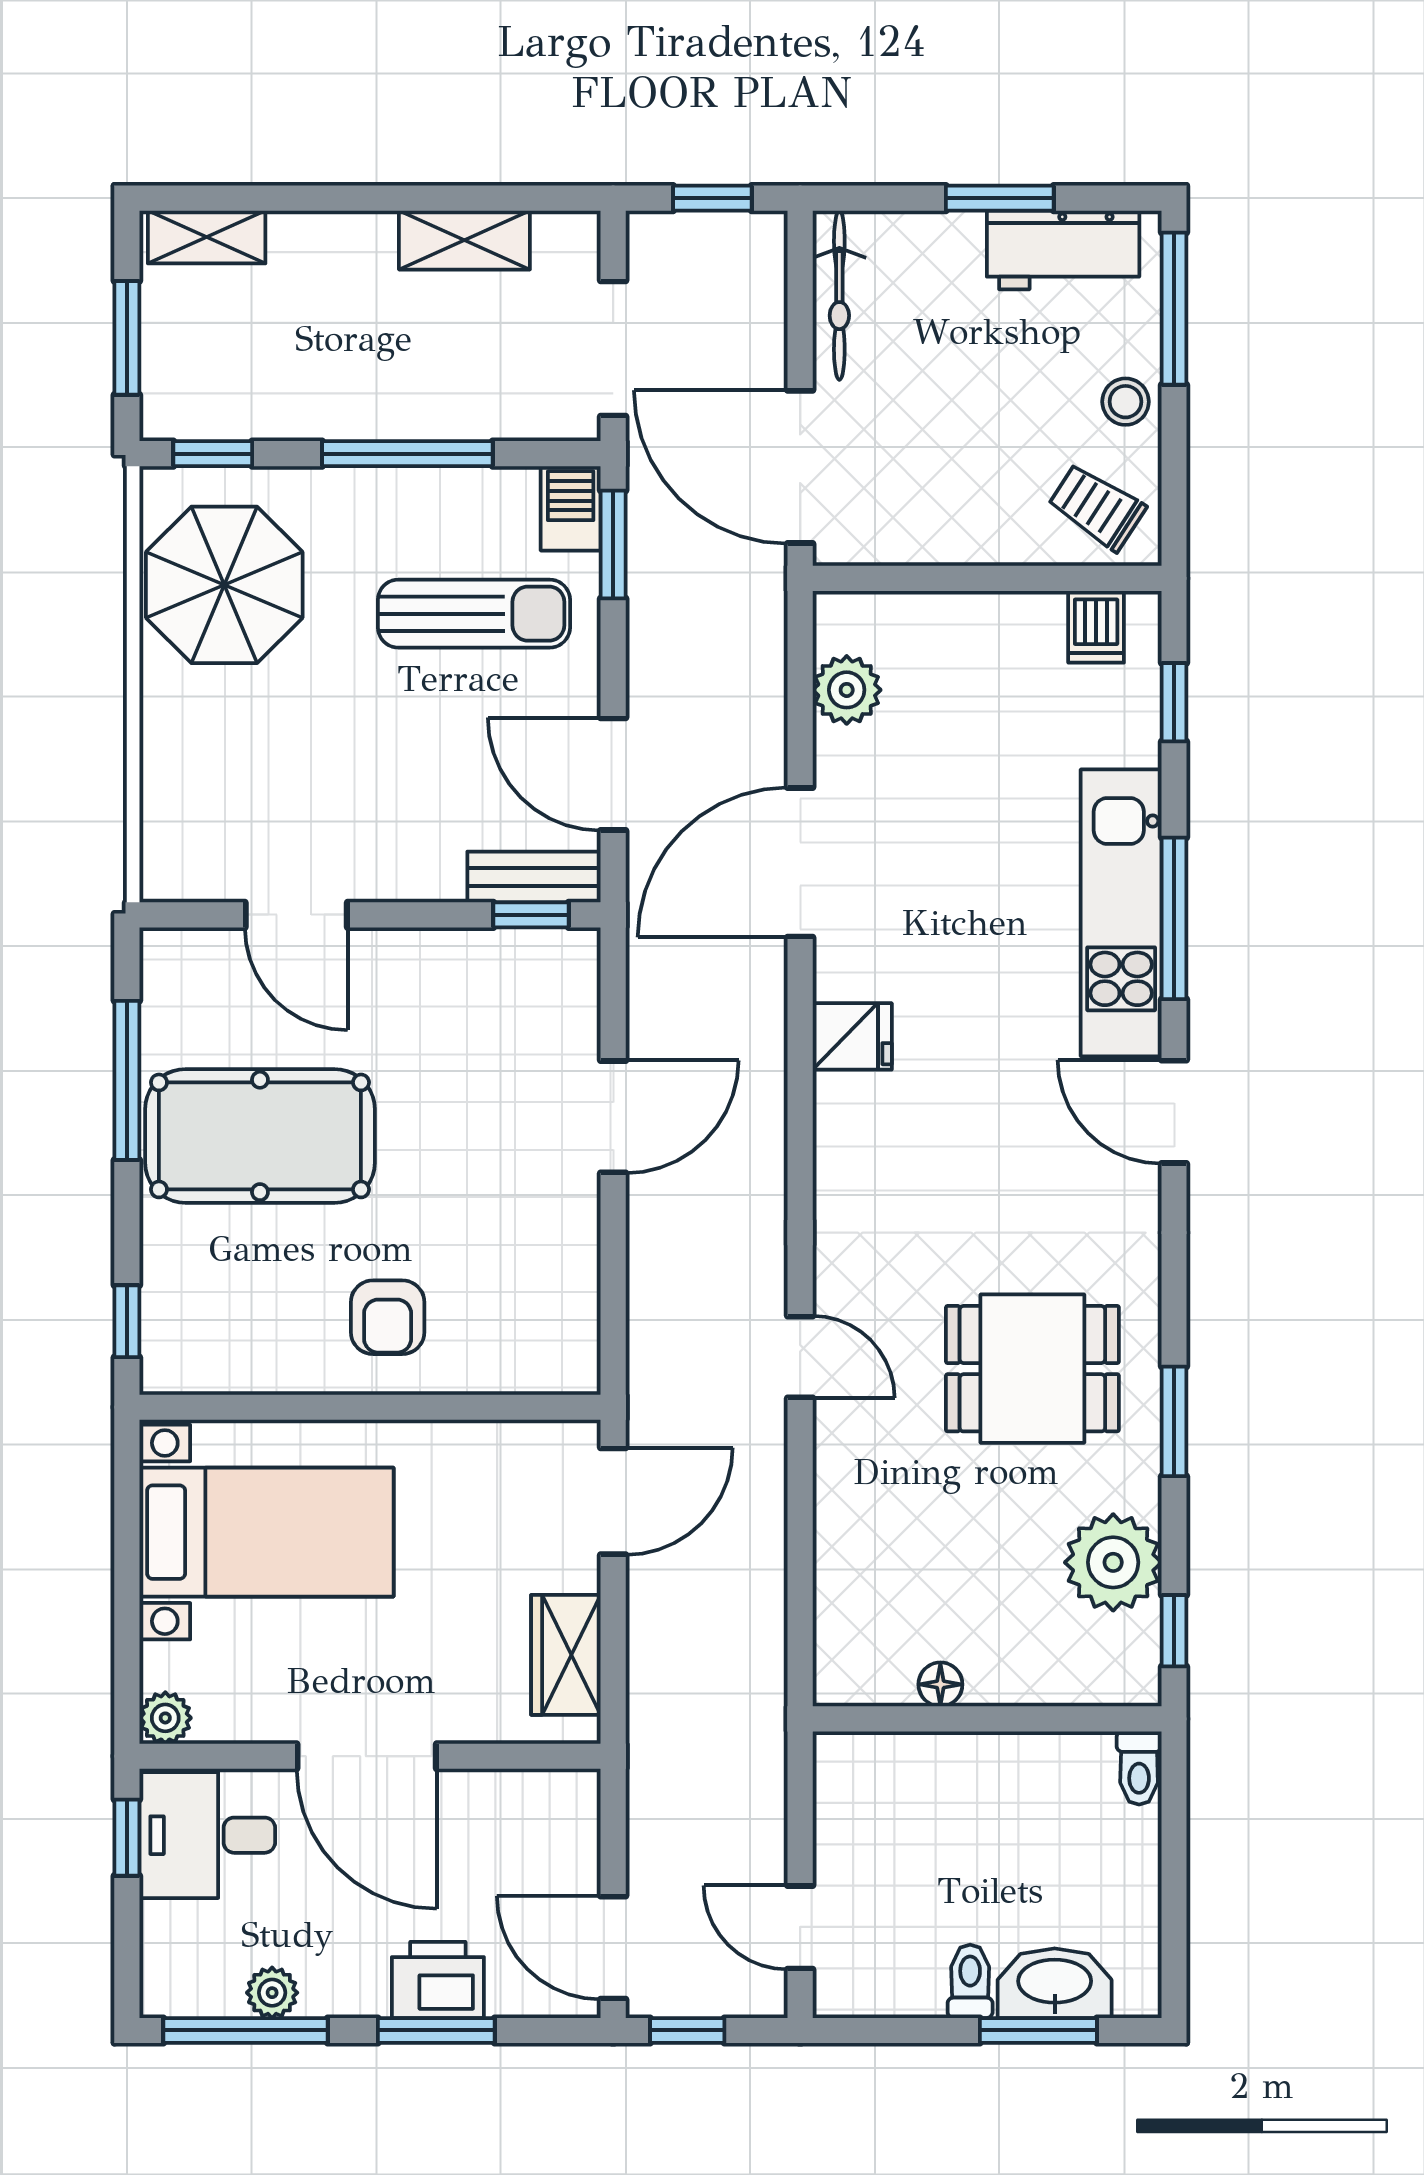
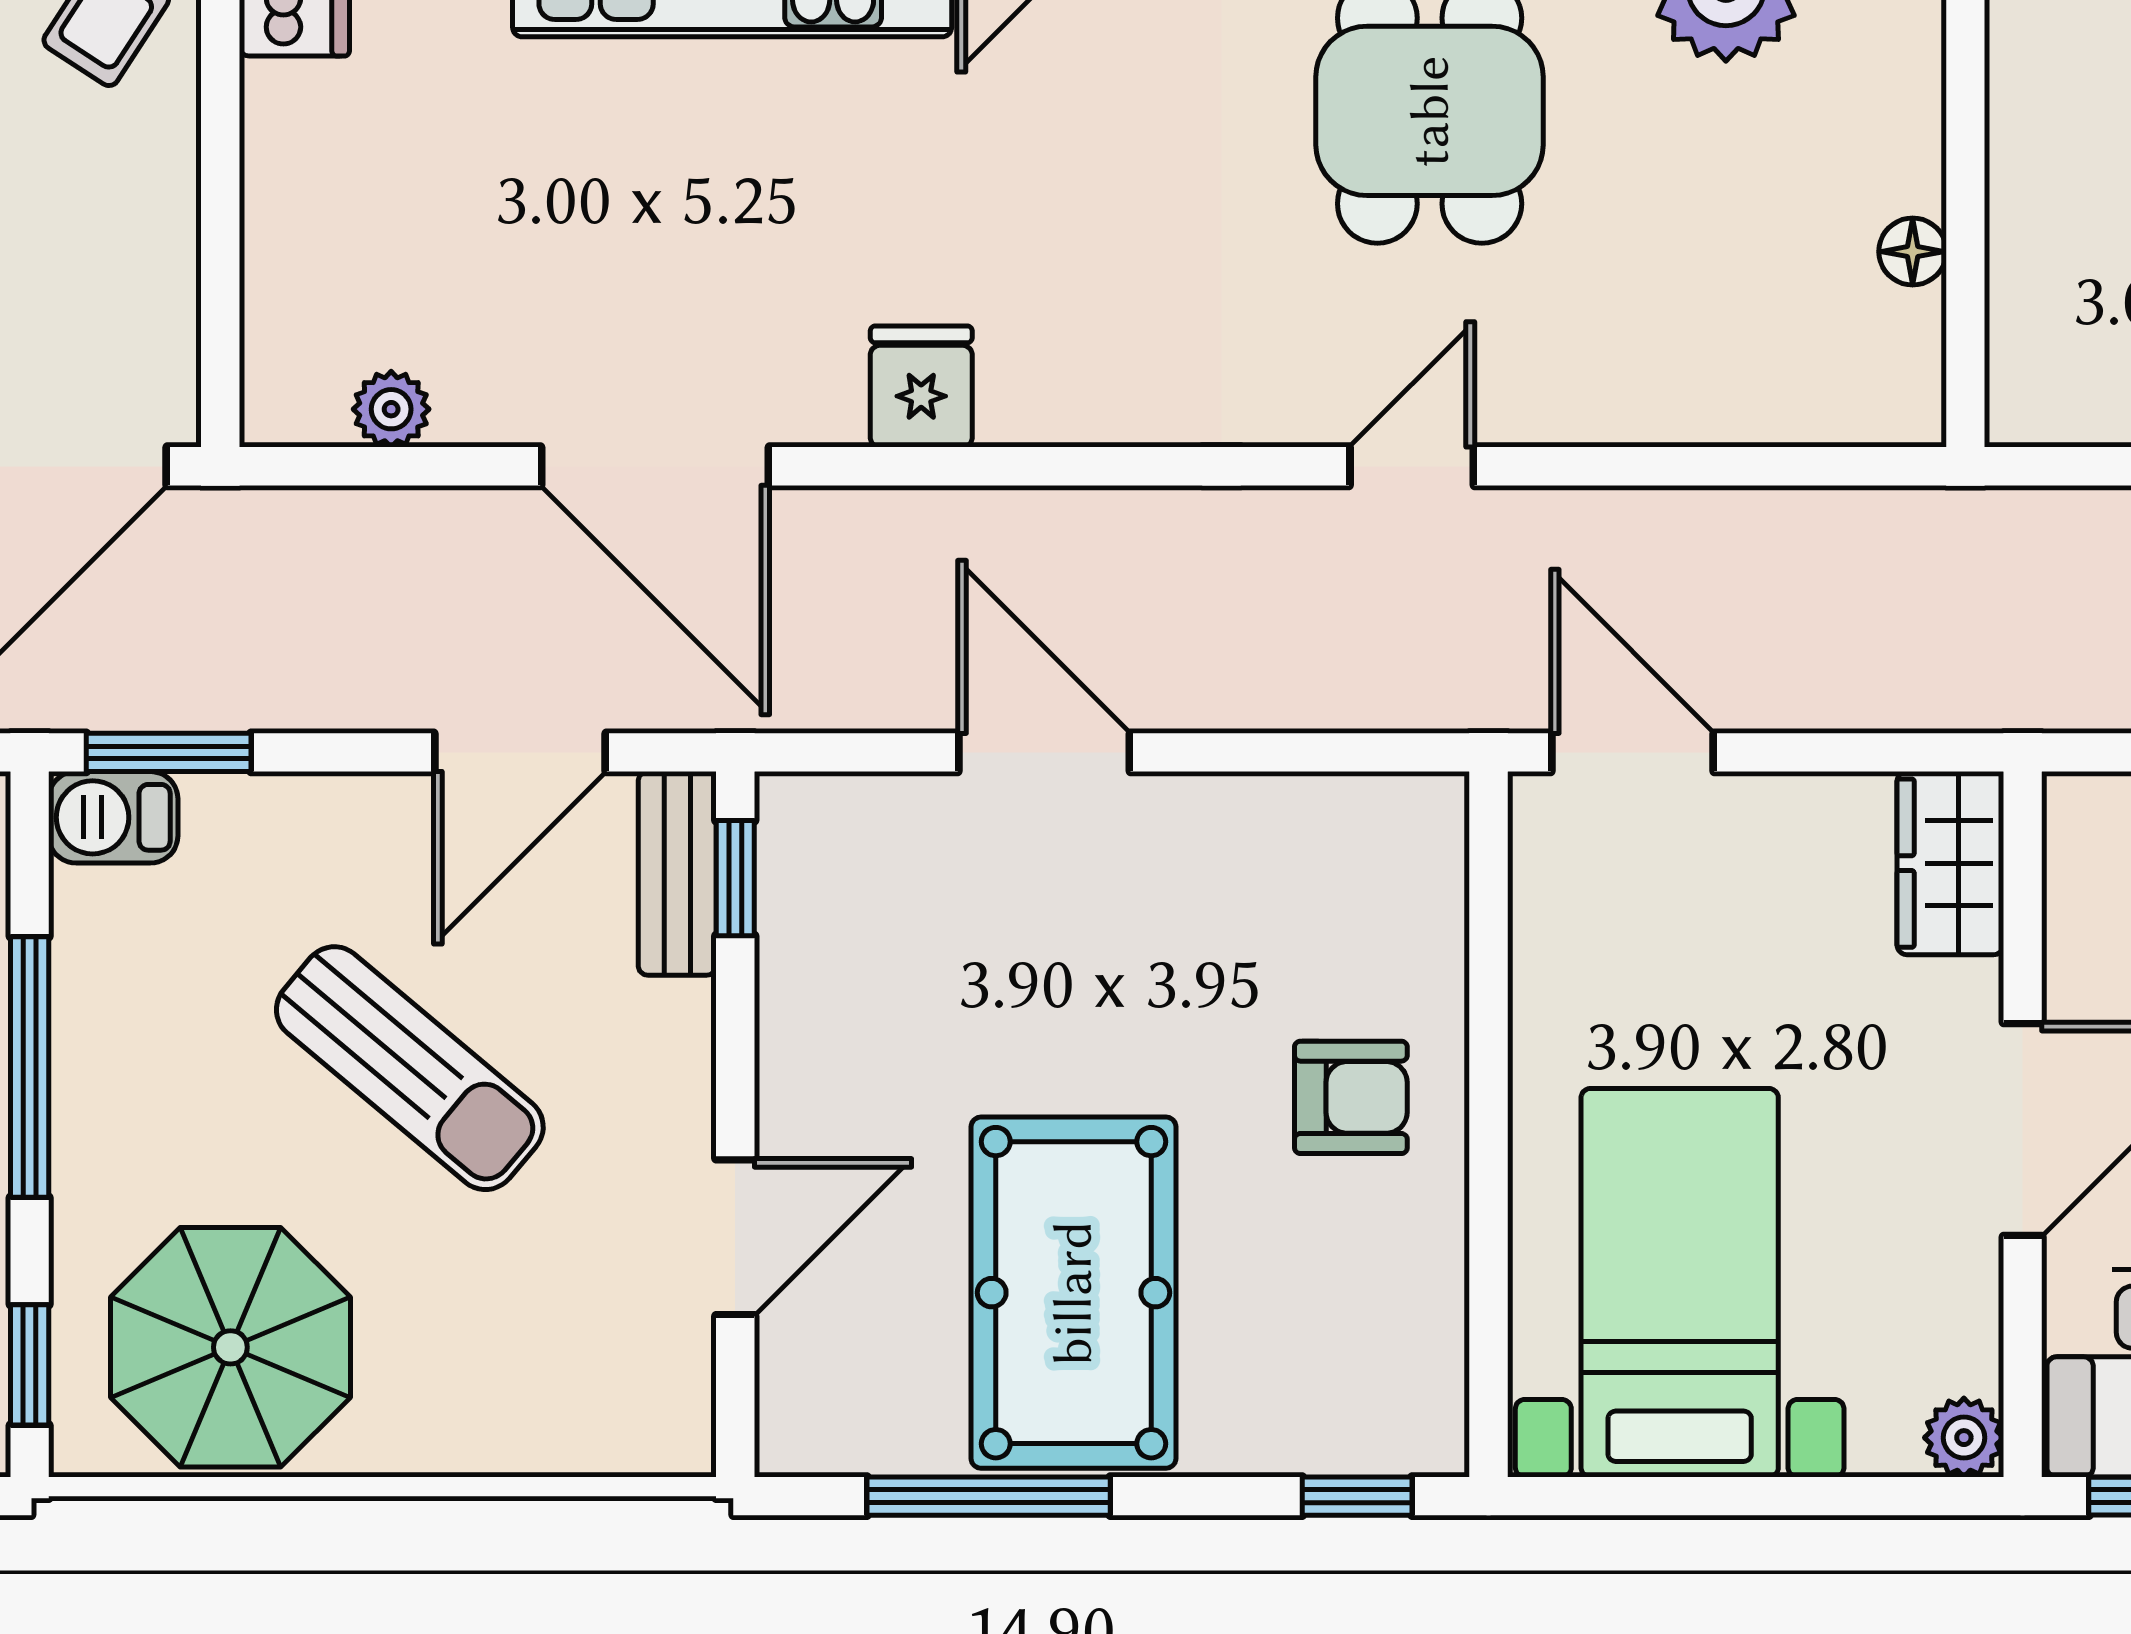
sun lounger: (474, 614) -> (410, 1068), moved, turned 130
plant: (847, 690) -> (391, 409), width x0.73, depth x0.73
wardrobe: (566, 1655) -> (1950, 863), moved, turned 90

